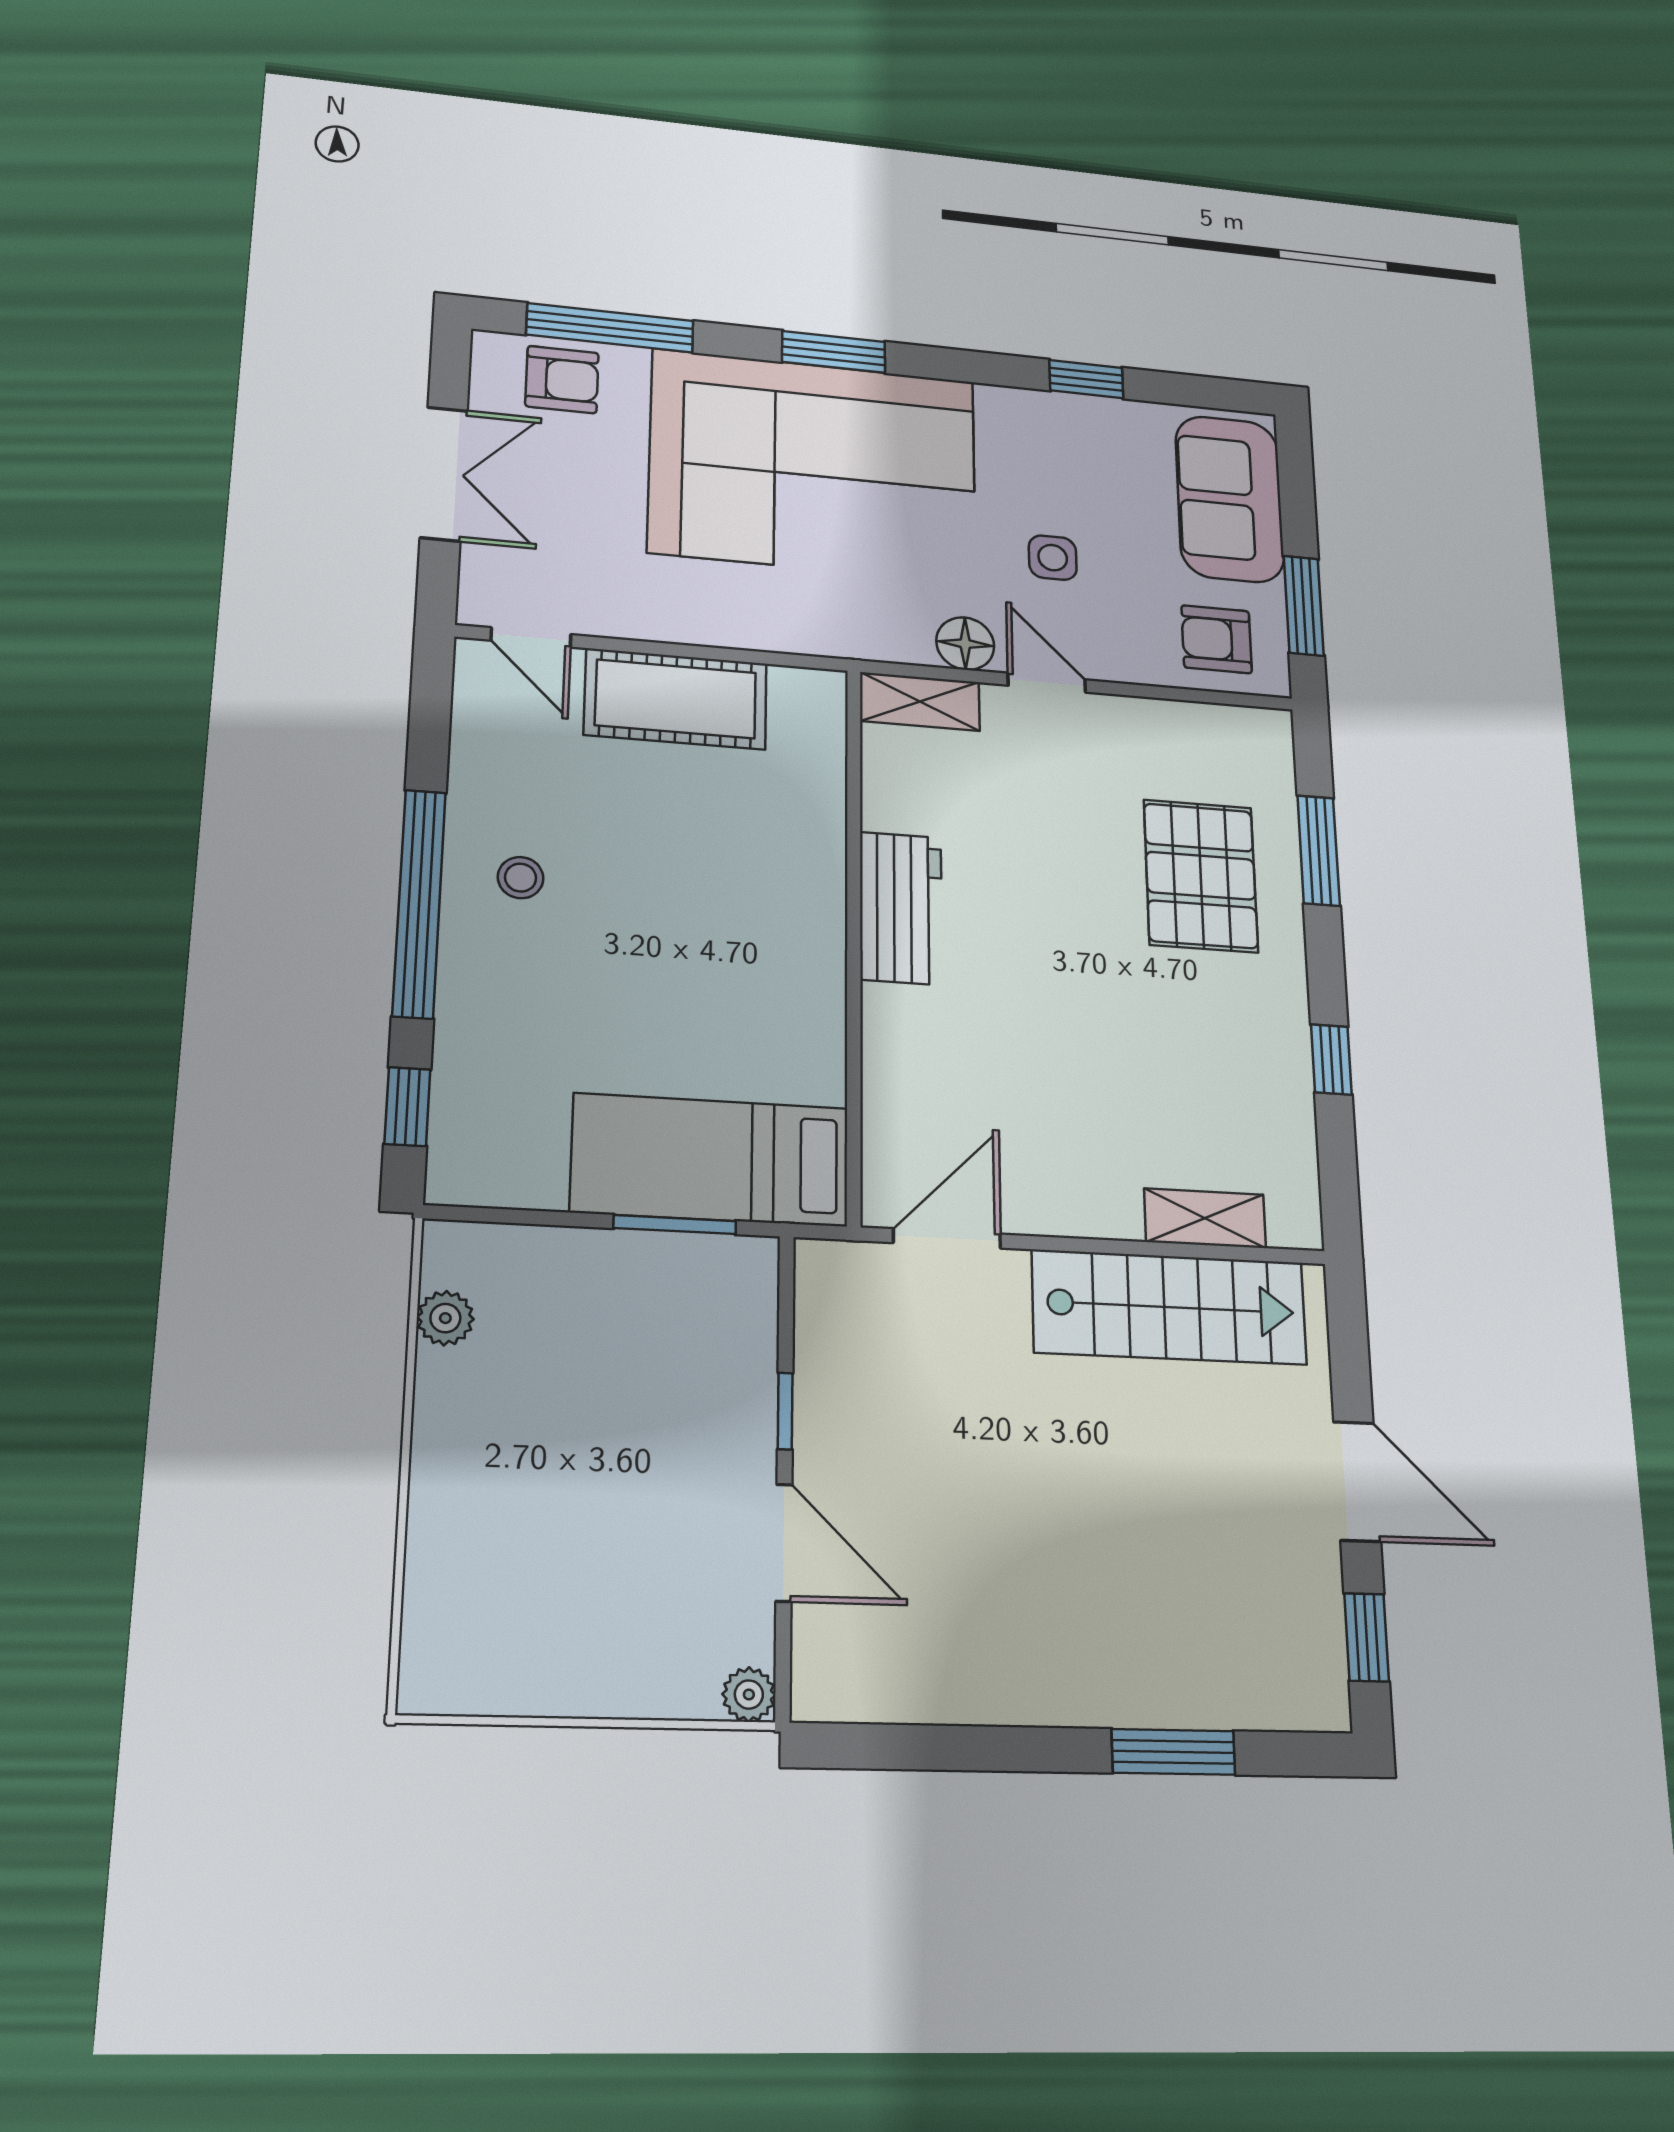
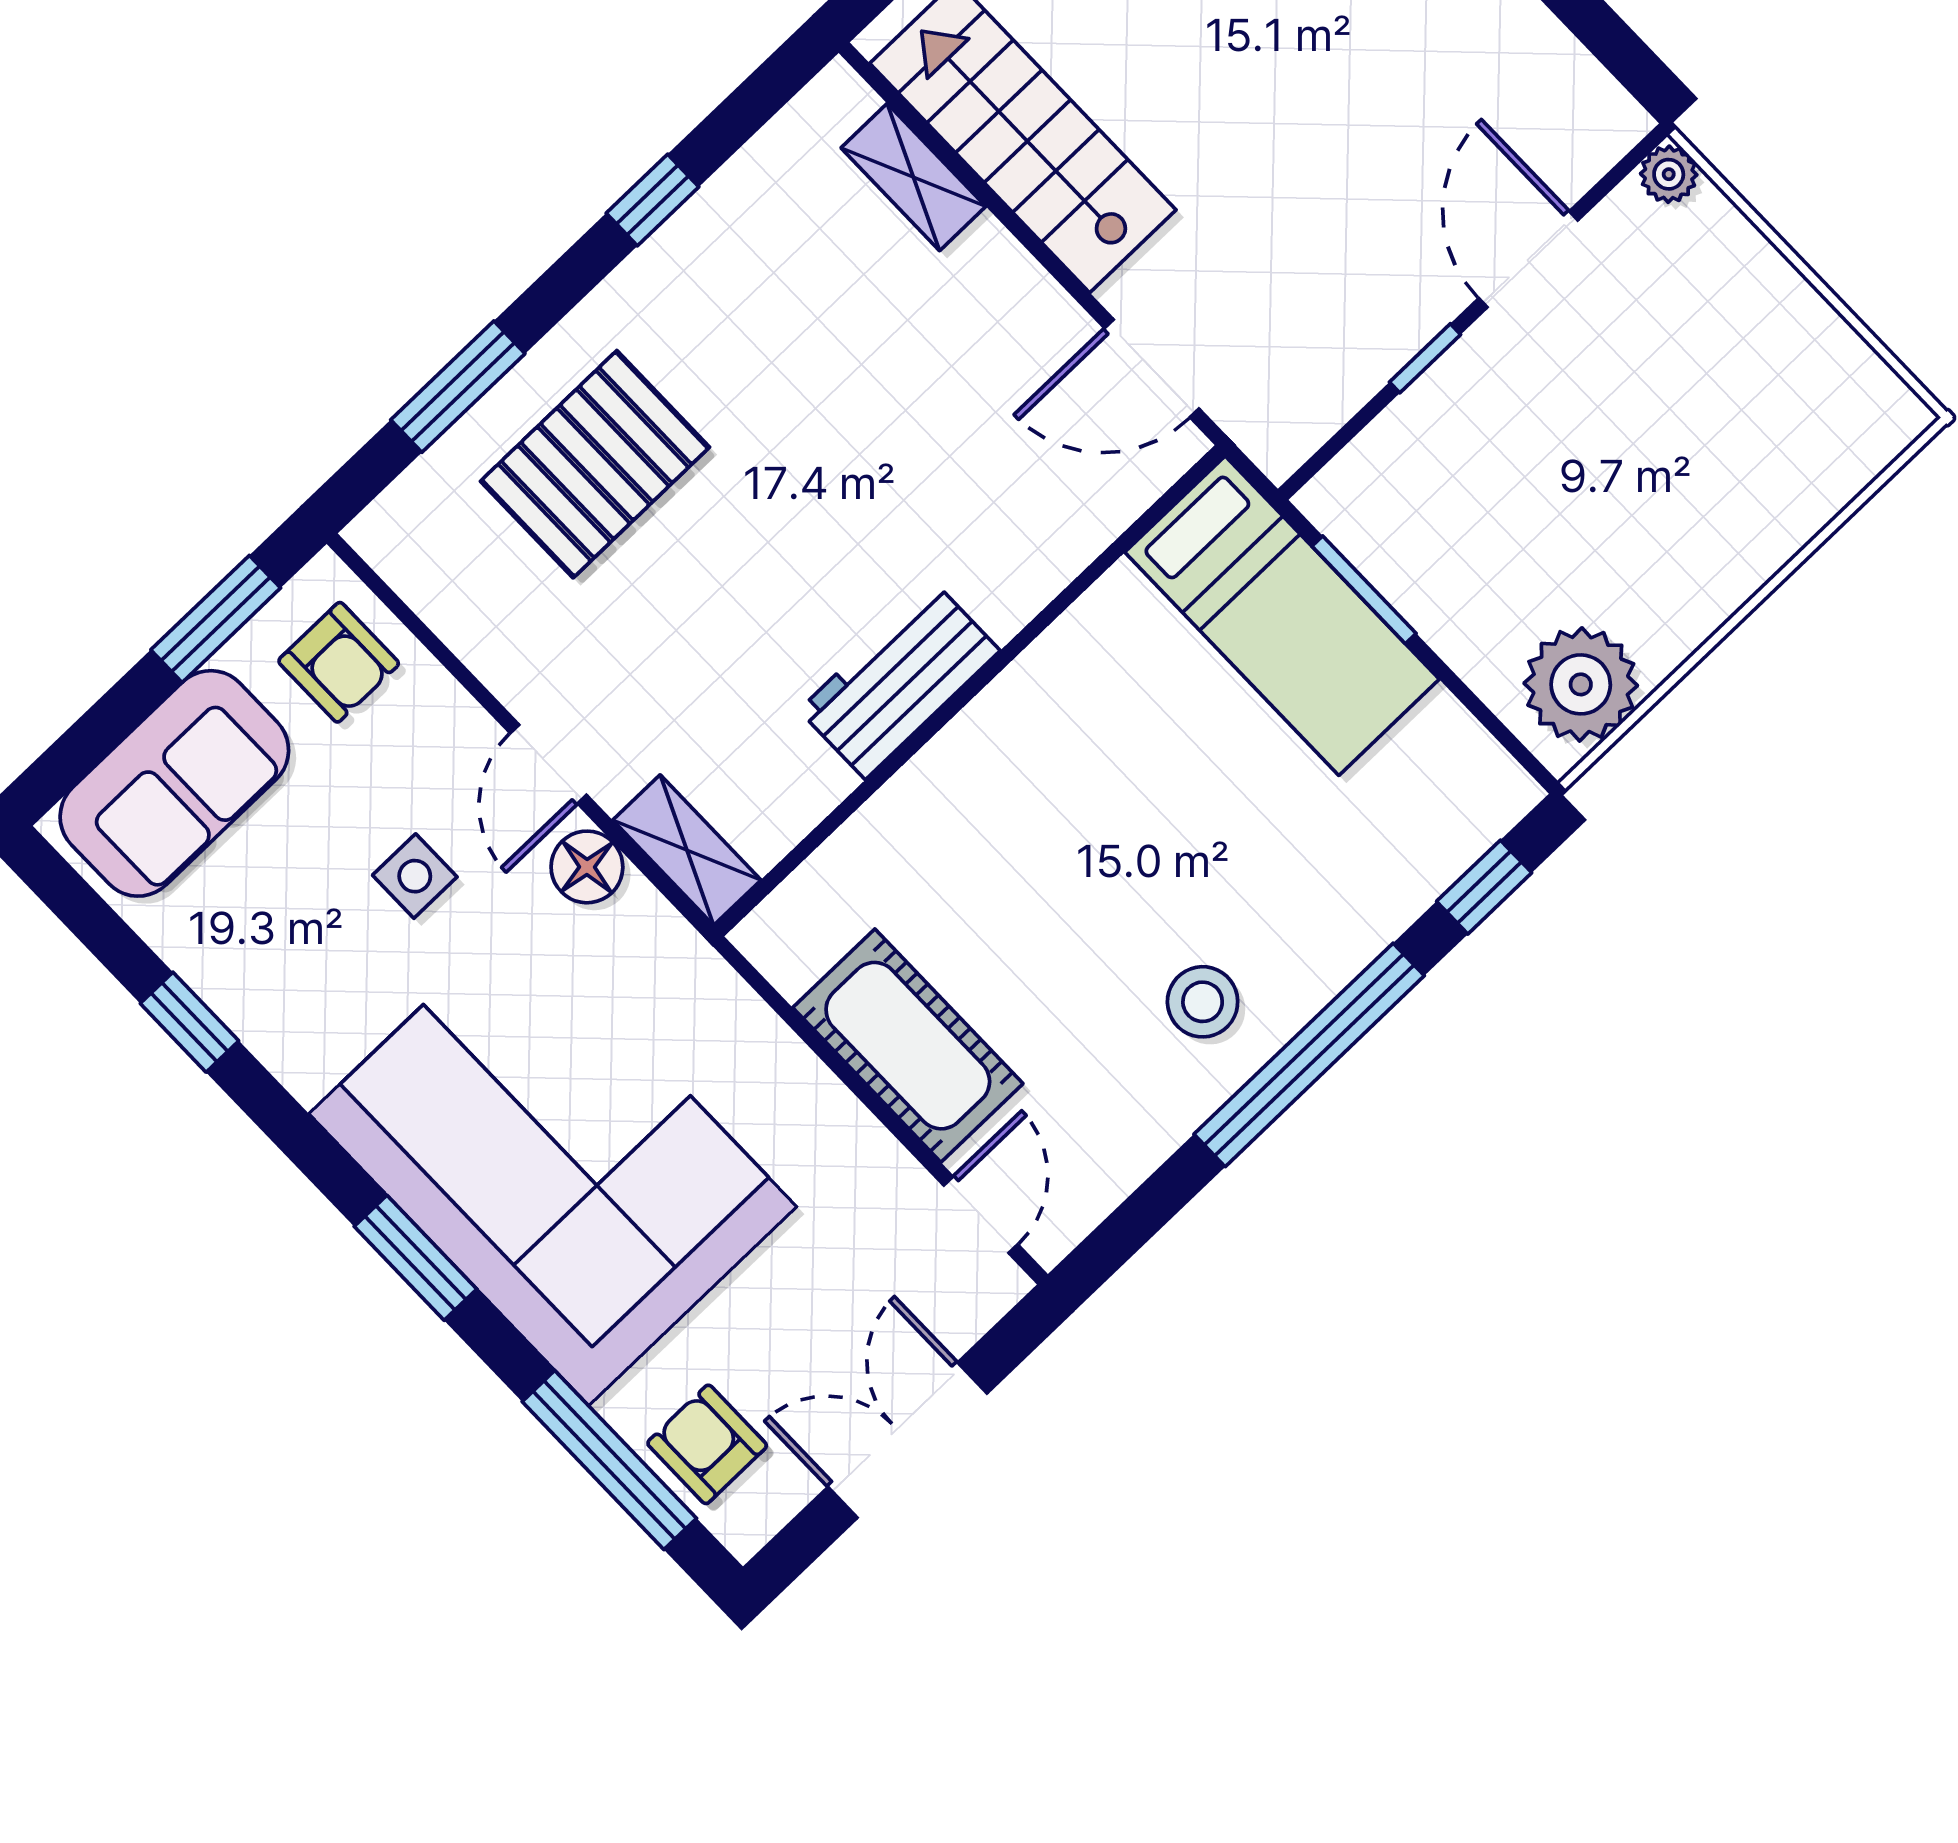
stool: (521, 878) -> (1203, 1002), width x1.37, depth x1.37
plant: (445, 1318) -> (1581, 684), width x1.88, depth x1.88

